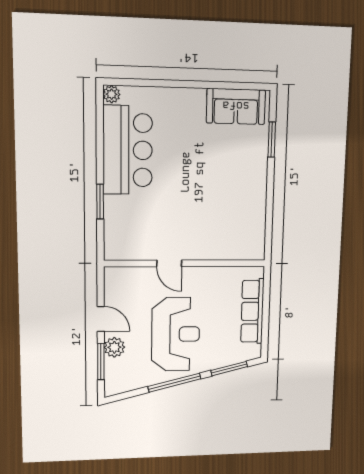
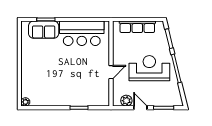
sofa: (236, 106) -> (44, 30), moved, turned 90
bar counter: (128, 150) -> (82, 33), moved, turned 180
door: (101, 319) -> (140, 108), hinge flipped
plant: (114, 347) -> (126, 101), moved

